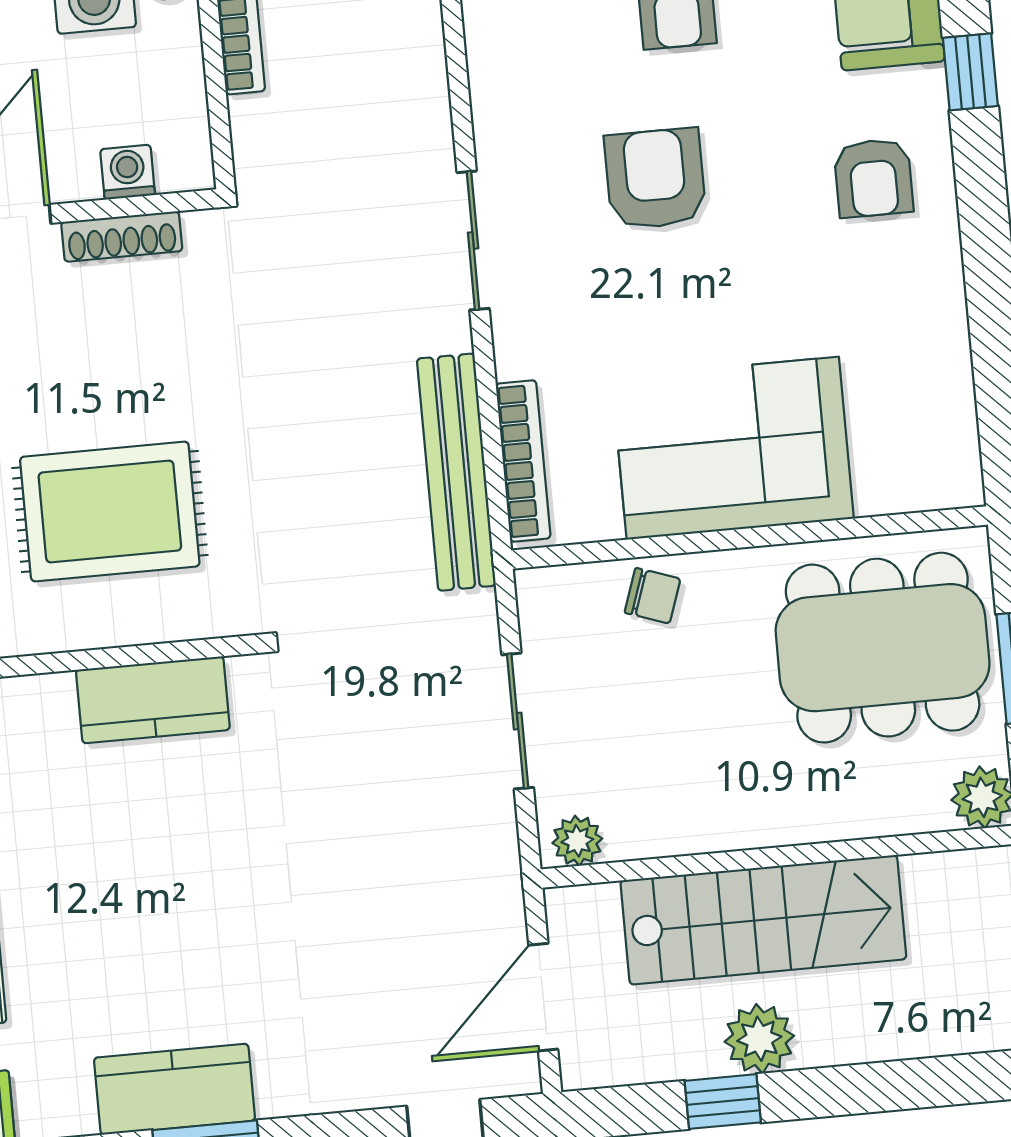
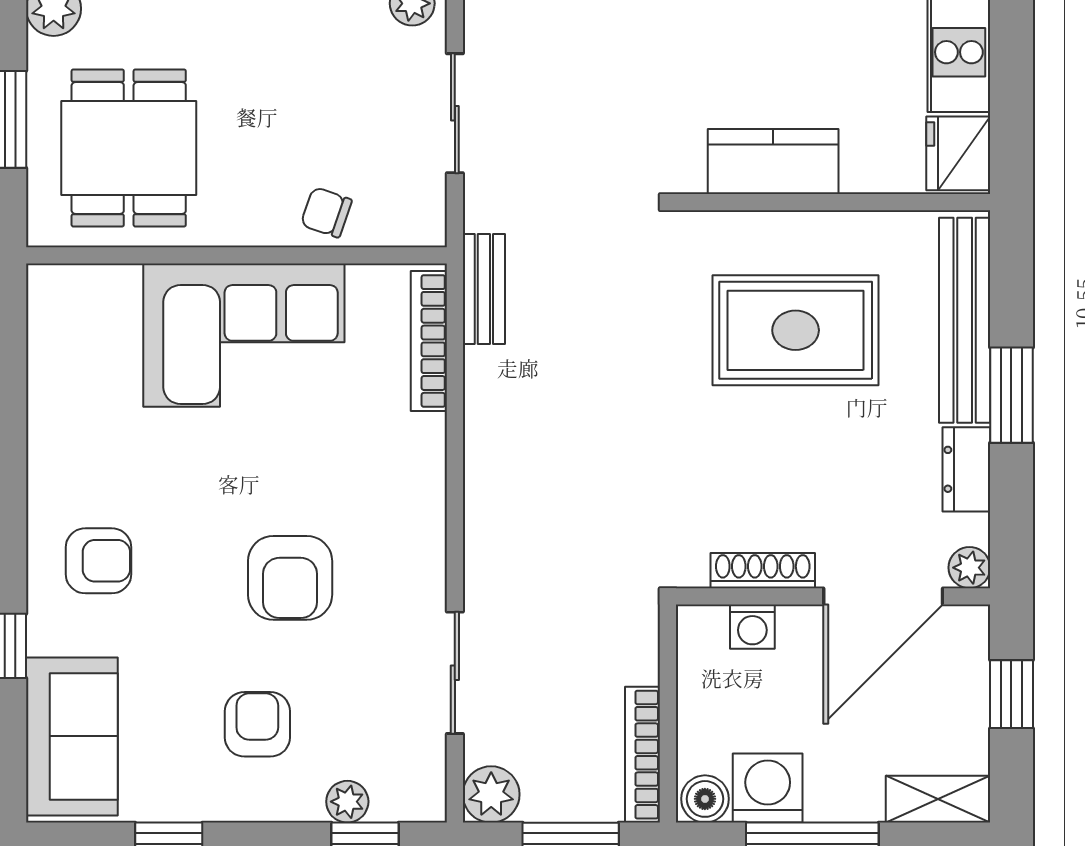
armchair: (873, 178) -> (98, 561), turned 90
sliding door: (473, 240) -> (455, 673), moved
bench: (456, 472) -> (484, 289), width x0.54, depth x0.82
dining table: (883, 648) -> (129, 148), width x0.73

